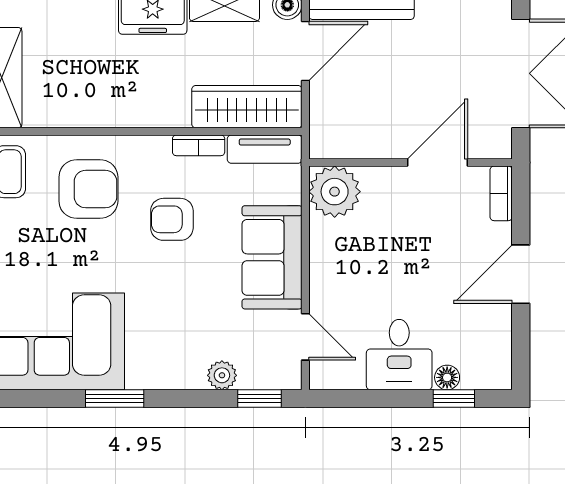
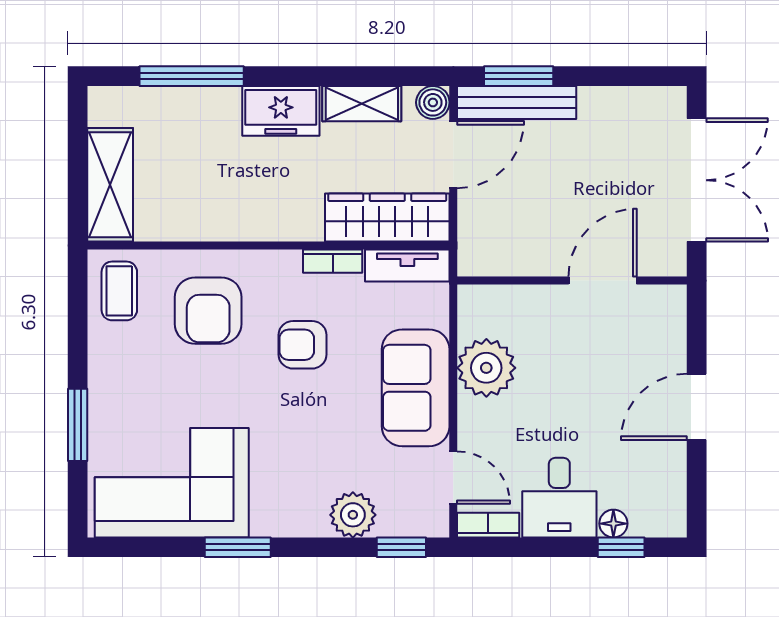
armchair: (88, 189) -> (208, 311), turned 90
plant: (335, 192) -> (486, 368), moved
bookcase: (501, 193) -> (488, 525), moved, turned 90
plant: (222, 375) -> (353, 515), width x1.38, depth x1.38

